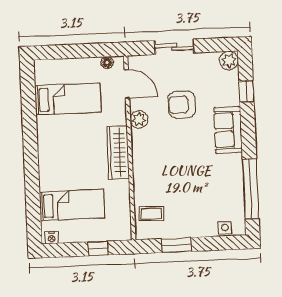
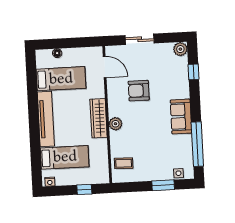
floor lamp: (107, 63) -> (57, 53), moved
armchair: (182, 105) -> (139, 91), moved
plant: (139, 119) -> (115, 124), moved
sofa: (228, 130) -> (181, 116), moved
tv unit: (47, 153) -> (46, 119), added
window: (177, 245) -> (163, 185), moved

